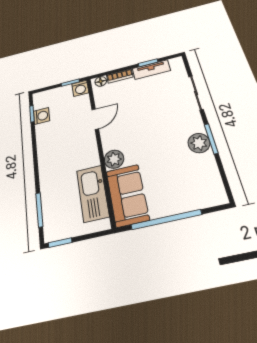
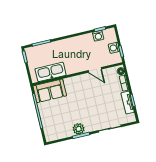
washing machine: (80, 88) -> (114, 48), moved
plant: (114, 159) -> (70, 83), removed

